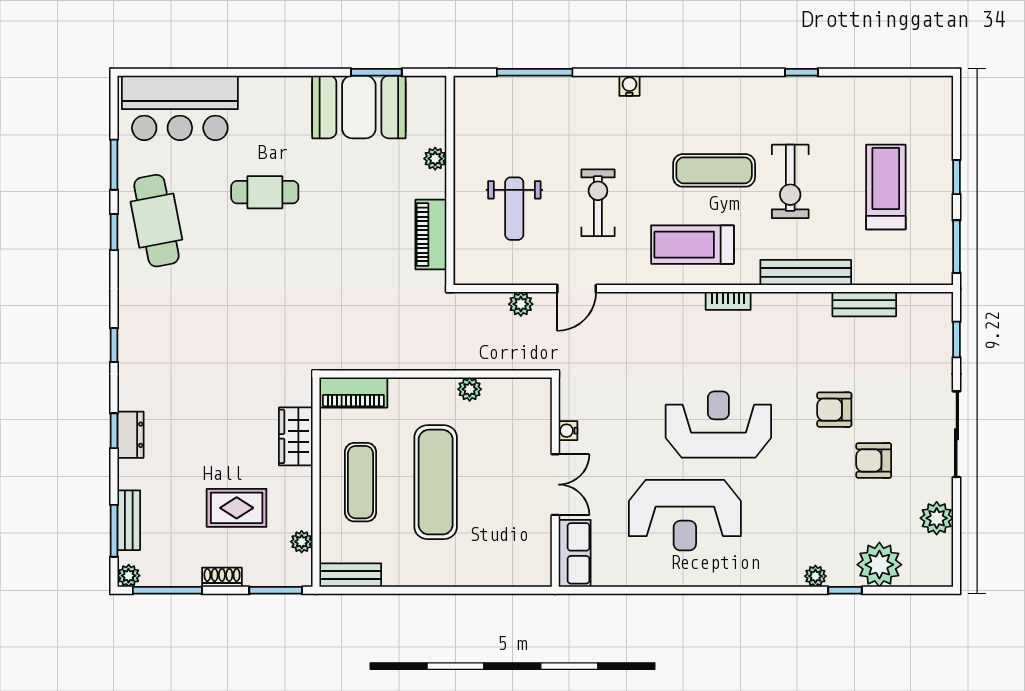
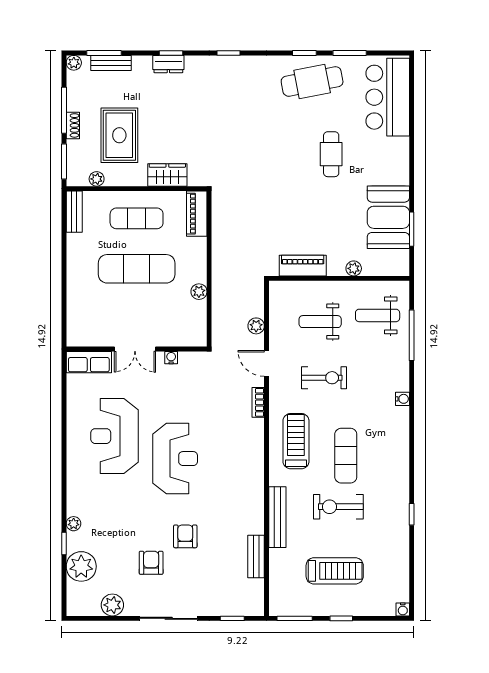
water cooler: (943, 85) -> (403, 609), added
weight bench: (505, 123) -> (378, 315), added
bookcase: (728, 301) -> (258, 402), moved
rug: (237, 508) -> (119, 135), width x1.36, depth x1.43
window: (167, 590) -> (64, 110), moved

